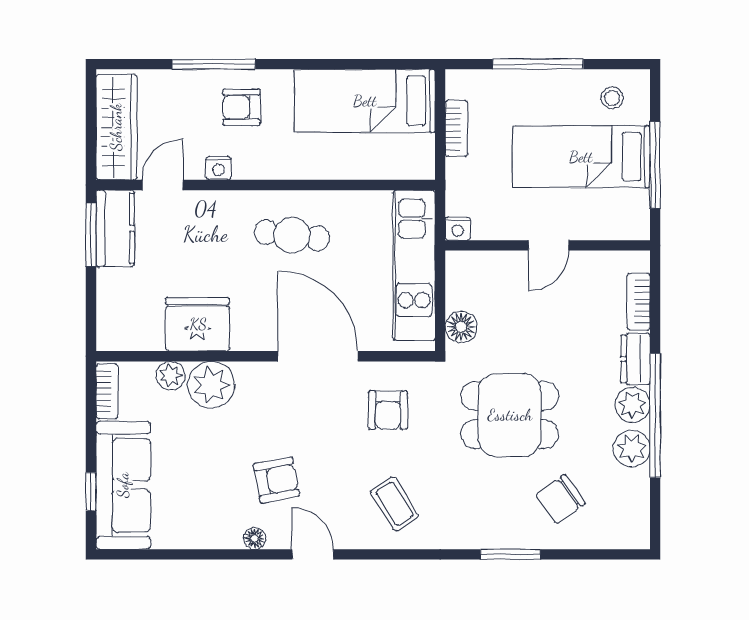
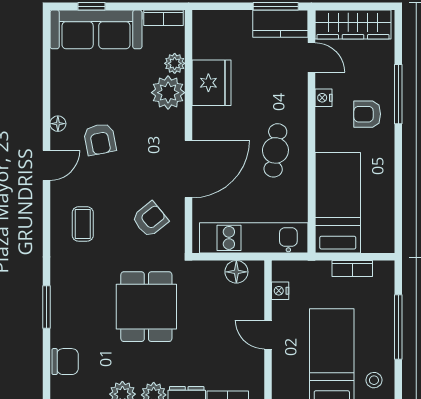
bed: (365, 101) -> (338, 203), moved
armchair: (241, 107) -> (367, 114), turned -90
nightstand: (458, 229) -> (280, 291), moved
floor lamp: (461, 327) -> (236, 272), moved
armchair: (388, 410) -> (150, 219), turned 141
chair: (561, 499) -> (65, 362), moved, turned 126
coffee table: (394, 504) -> (83, 224), turned -58

